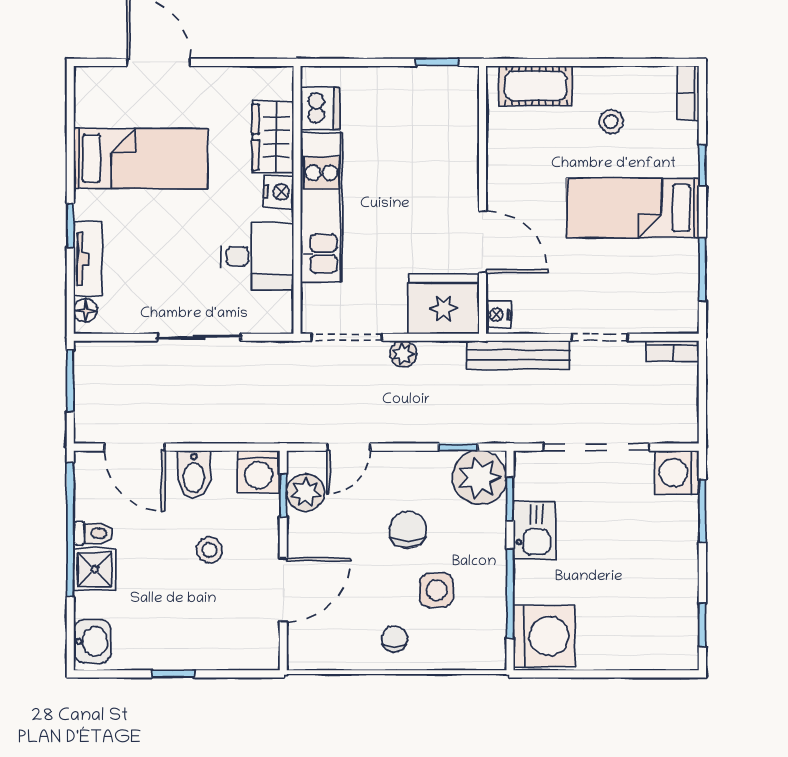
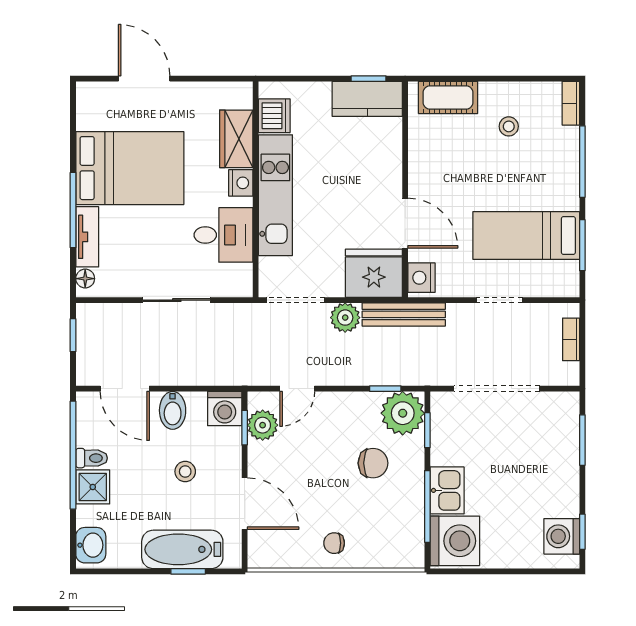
kitchen counter: (435, 88) -> (367, 99), added
bed: (141, 158) -> (130, 168), width x1.50
window: (702, 165) -> (582, 162), width x2.17
bed: (633, 208) -> (526, 236), moved
window: (70, 226) -> (73, 210), width x2.17
nightstand: (498, 315) -> (421, 278), width x1.39, depth x1.35
bookcase: (673, 351) -> (571, 339), moved, turned 90
plant: (403, 354) -> (345, 318), width x1.38, depth x1.38
bench: (518, 355) -> (404, 314), moved
window: (70, 381) -> (73, 335), width x0.67
washing machine: (677, 473) -> (562, 536), moved
chair: (408, 530) -> (373, 463), moved, turned 90
kitchen sink: (535, 530) -> (447, 490), moved
door: (283, 590) -> (245, 504), hinge flipped
side table: (436, 590) -> (368, 504), removed
chair: (394, 639) -> (334, 543), turned -90
bathtub: (206, 647) -> (182, 549), added
window: (173, 674) -> (188, 571), moved

